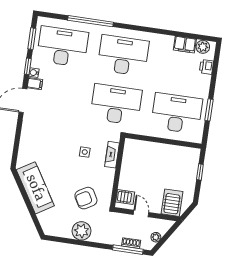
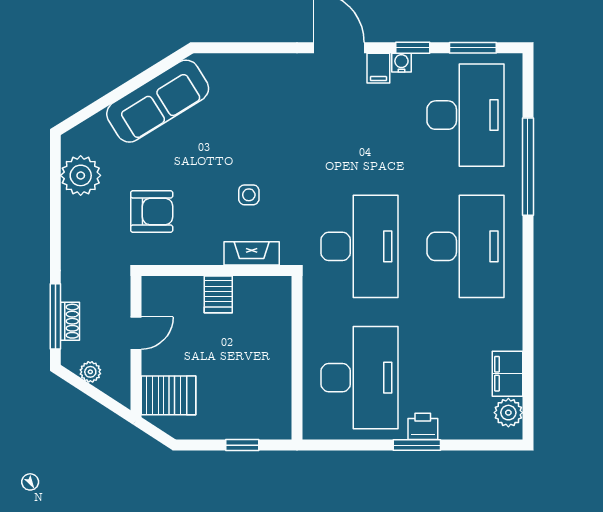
printer: (206, 67) -> (423, 426), moved
window: (209, 110) -> (417, 445), moved
server rack: (125, 197) -> (218, 294), moved
armchair: (86, 198) -> (152, 212), turned 120
plant: (81, 231) -> (81, 175), moved

